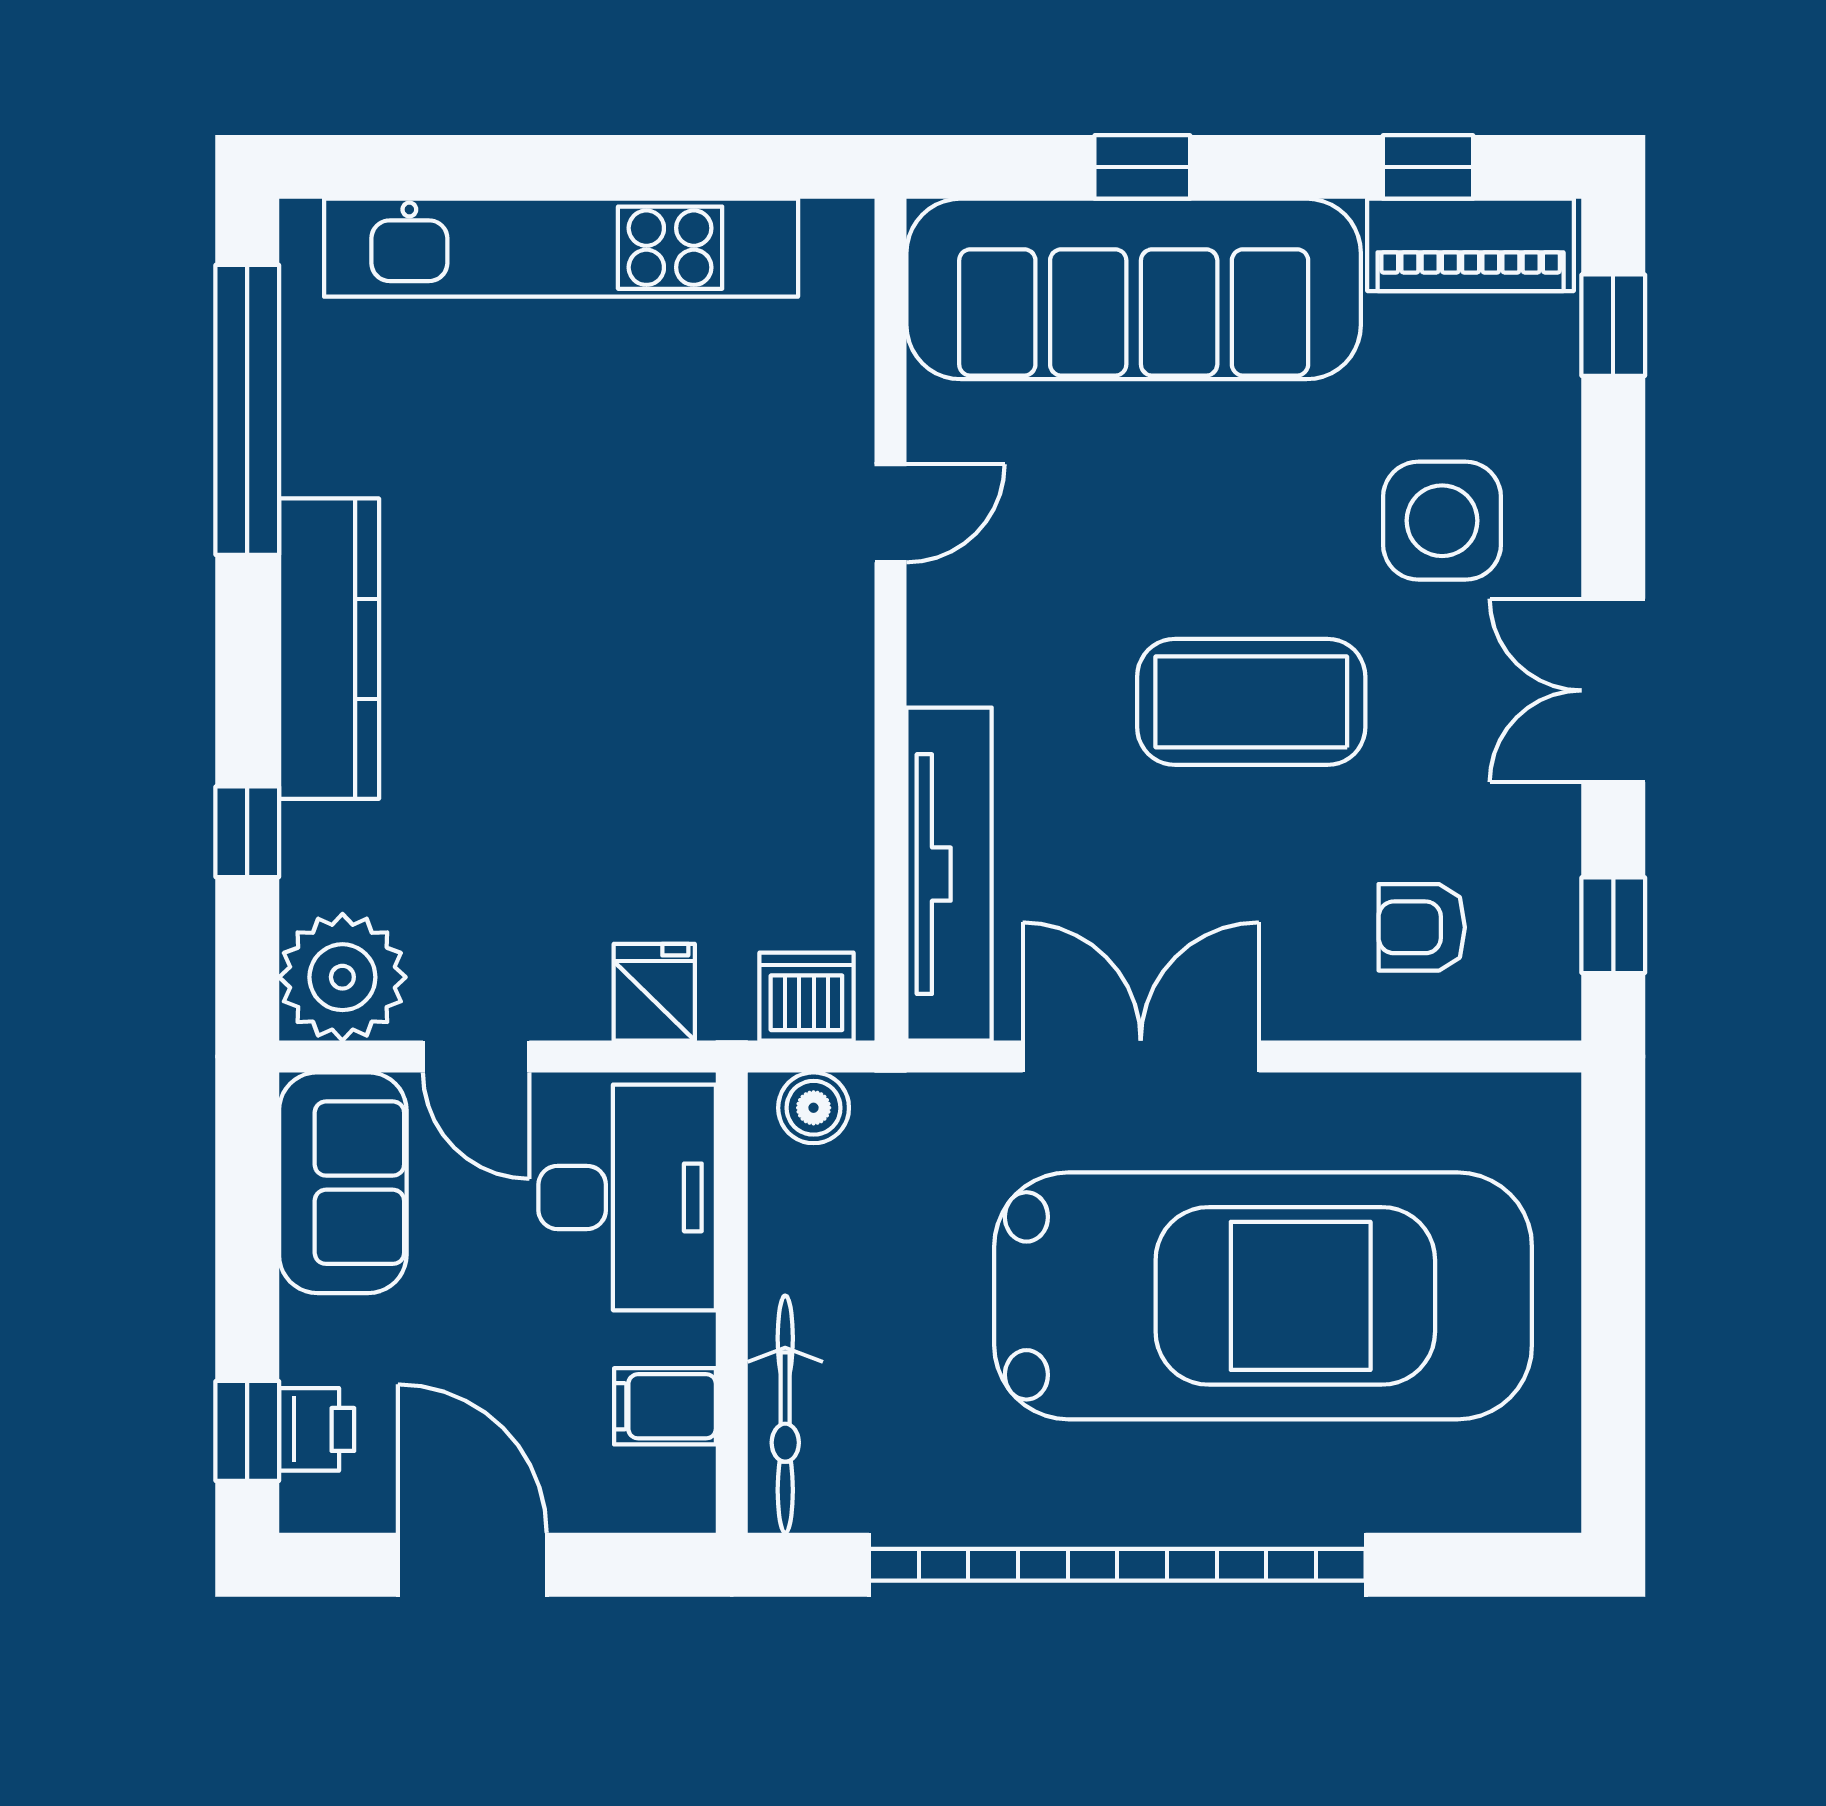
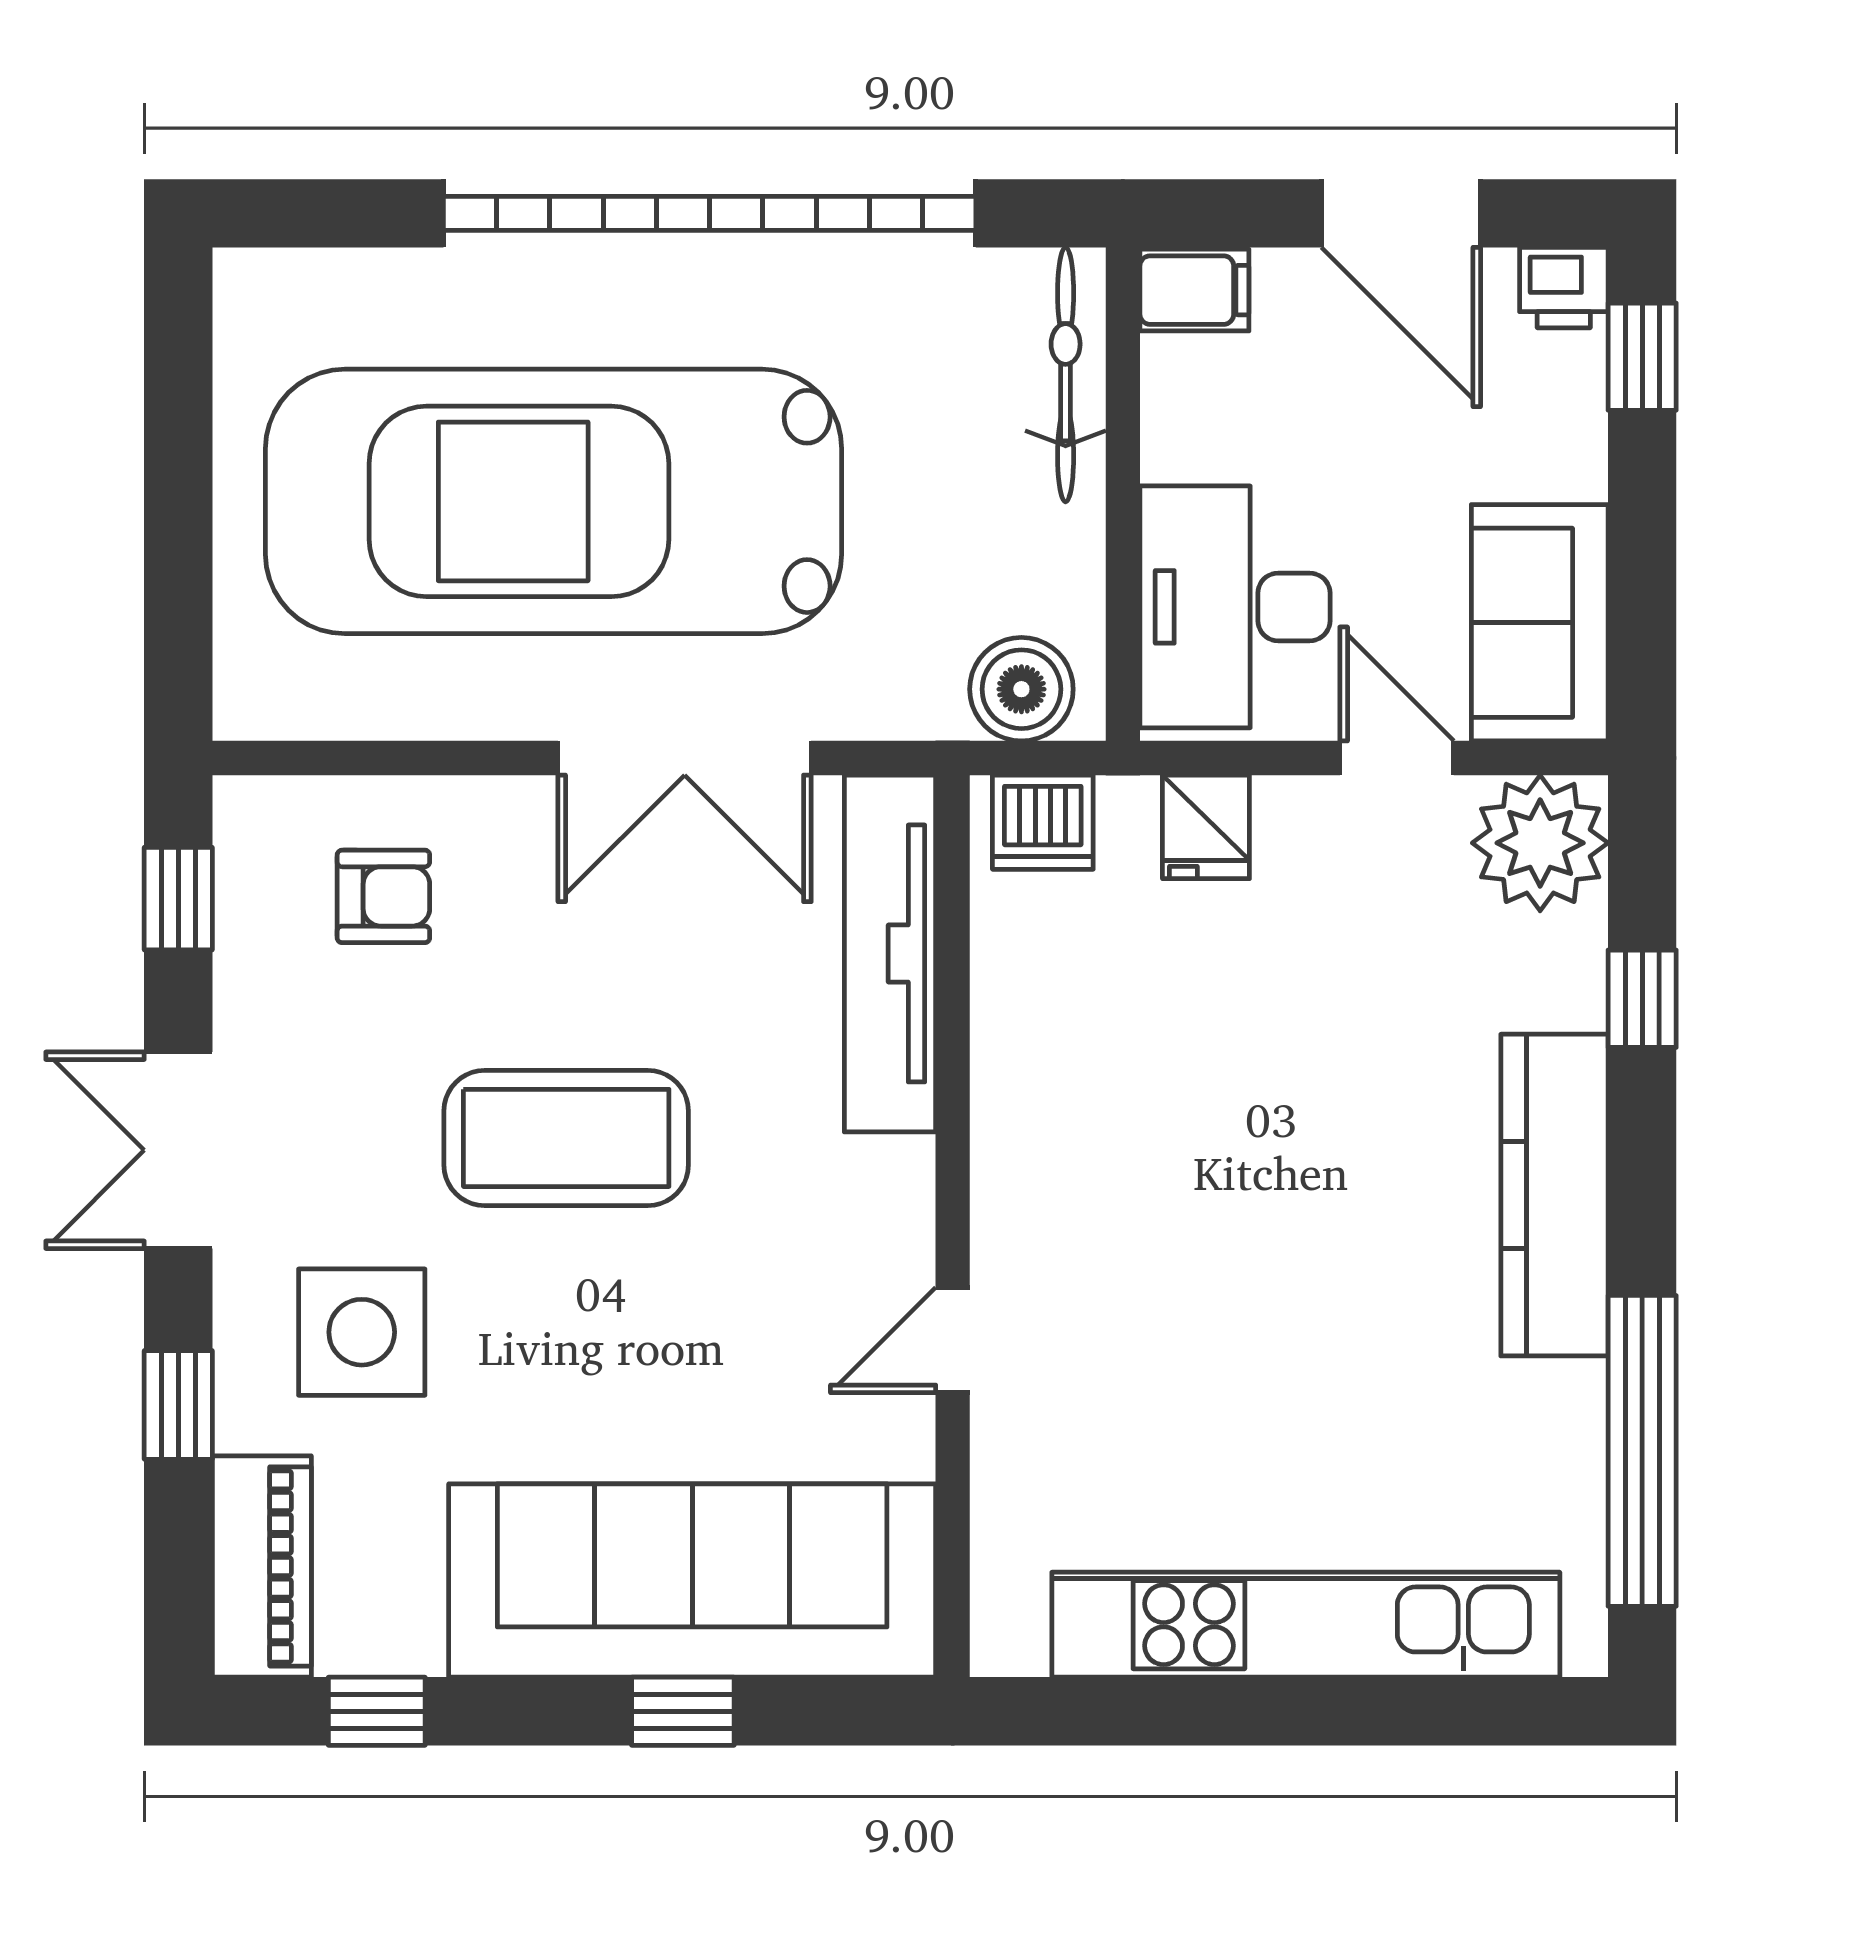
piano: (1471, 245) -> (262, 1566), moved, turned 90
window: (1613, 325) -> (178, 1405), moved
double door: (1613, 690) -> (178, 1150), swing flipped
boiler: (814, 1108) -> (1021, 689), width x1.36, depth x1.36
filing cabinet: (665, 1406) -> (1194, 290), moved
printer: (317, 1429) -> (1564, 288), moved, turned -90

